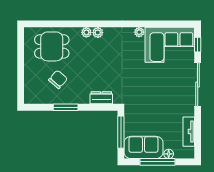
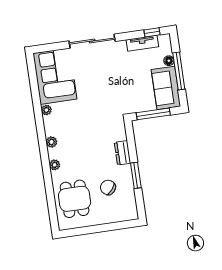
plant: (98, 33) -> (52, 142), moved
window: (198, 45) -> (152, 32), moved
dresser: (101, 98) -> (122, 153), moved

